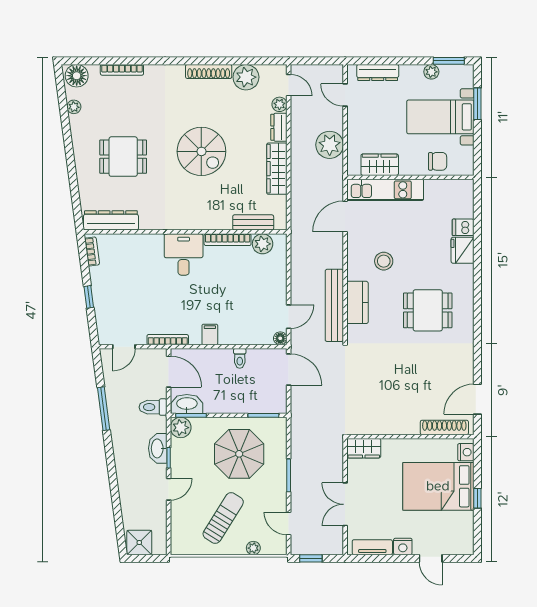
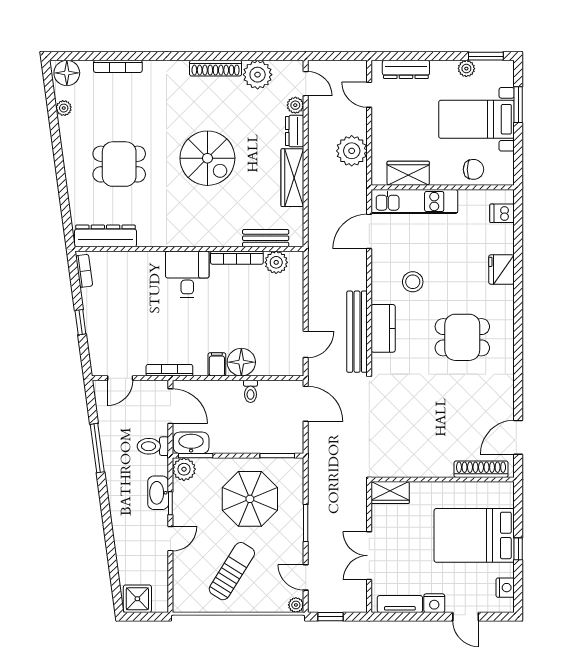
dishwasher: (463, 227) -> (502, 213), moved
floor lamp: (280, 338) -> (241, 362), moved, width x1.89, depth x1.89
nightstand: (466, 452) -> (505, 588), moved
plant: (253, 548) -> (296, 605), moved

